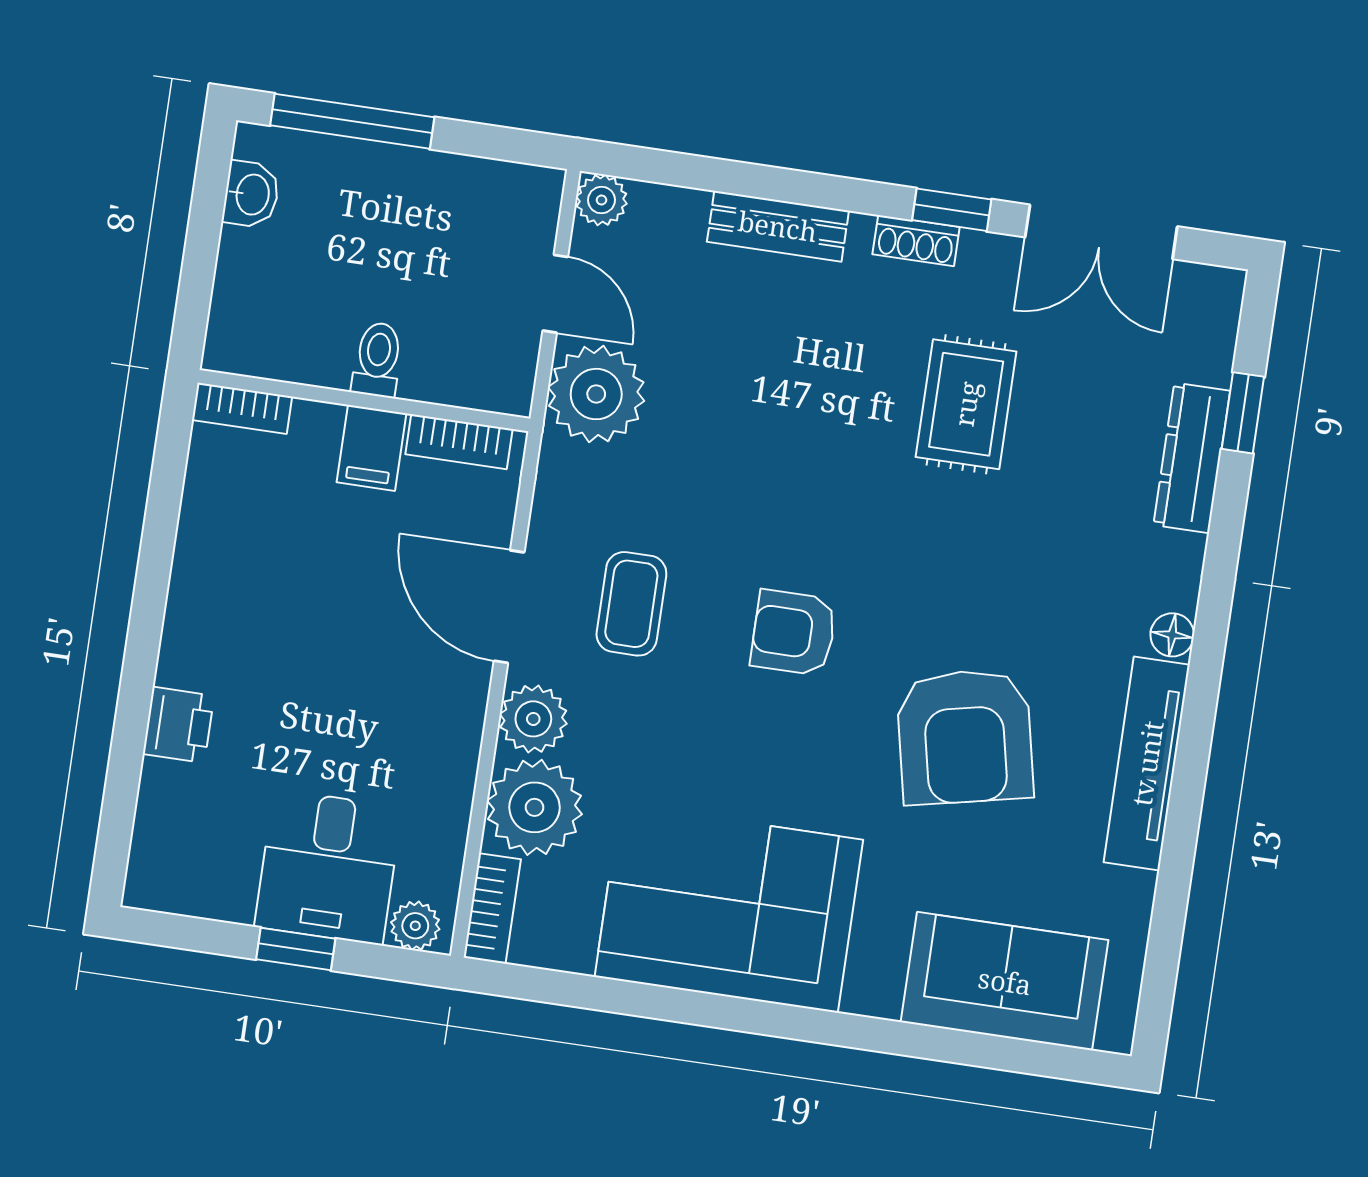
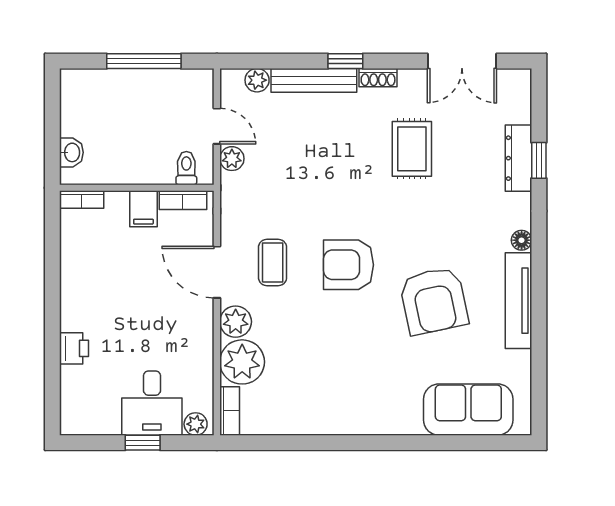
window: (352, 121) -> (144, 61), moved
washbasin: (251, 194) -> (71, 152), moved
plant: (601, 200) -> (257, 80), moved
window: (952, 210) -> (345, 61), moved
bench: (778, 226) -> (314, 80), width x1.36
toilet: (378, 360) -> (186, 168), moved
plant: (596, 394) -> (232, 159), width x0.53, depth x0.53
window: (1243, 413) -> (539, 160), moved
armchair: (794, 633) -> (349, 265), width x1.38, depth x1.38
corner sofa: (729, 908) -> (338, 395), removed

